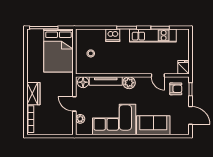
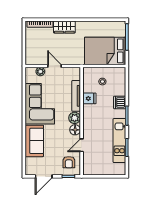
fridge: (184, 67) -> (89, 98), moved
floor lamp: (83, 82) -> (75, 130), moved
door: (74, 104) -> (55, 66), hinge flipped

